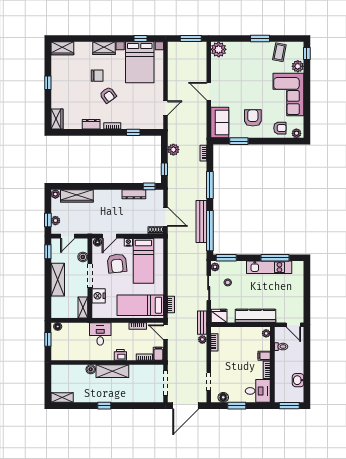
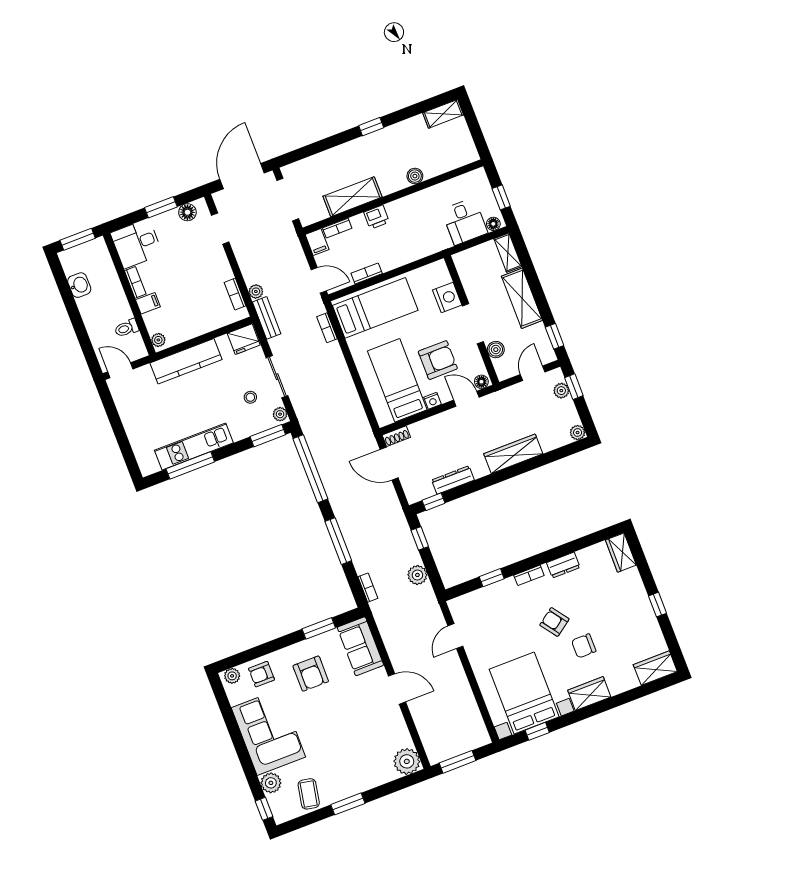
wardrobe: (77, 196) -> (513, 454), moved
bench: (201, 222) -> (329, 478), removed
door: (109, 236) -> (466, 399), hinge flipped
armchair: (117, 263) -> (438, 360), turned 96
shelving: (83, 308) -> (508, 253), moved
desk: (100, 334) -> (464, 221), moved
shelving: (112, 371) -> (353, 197), moved

